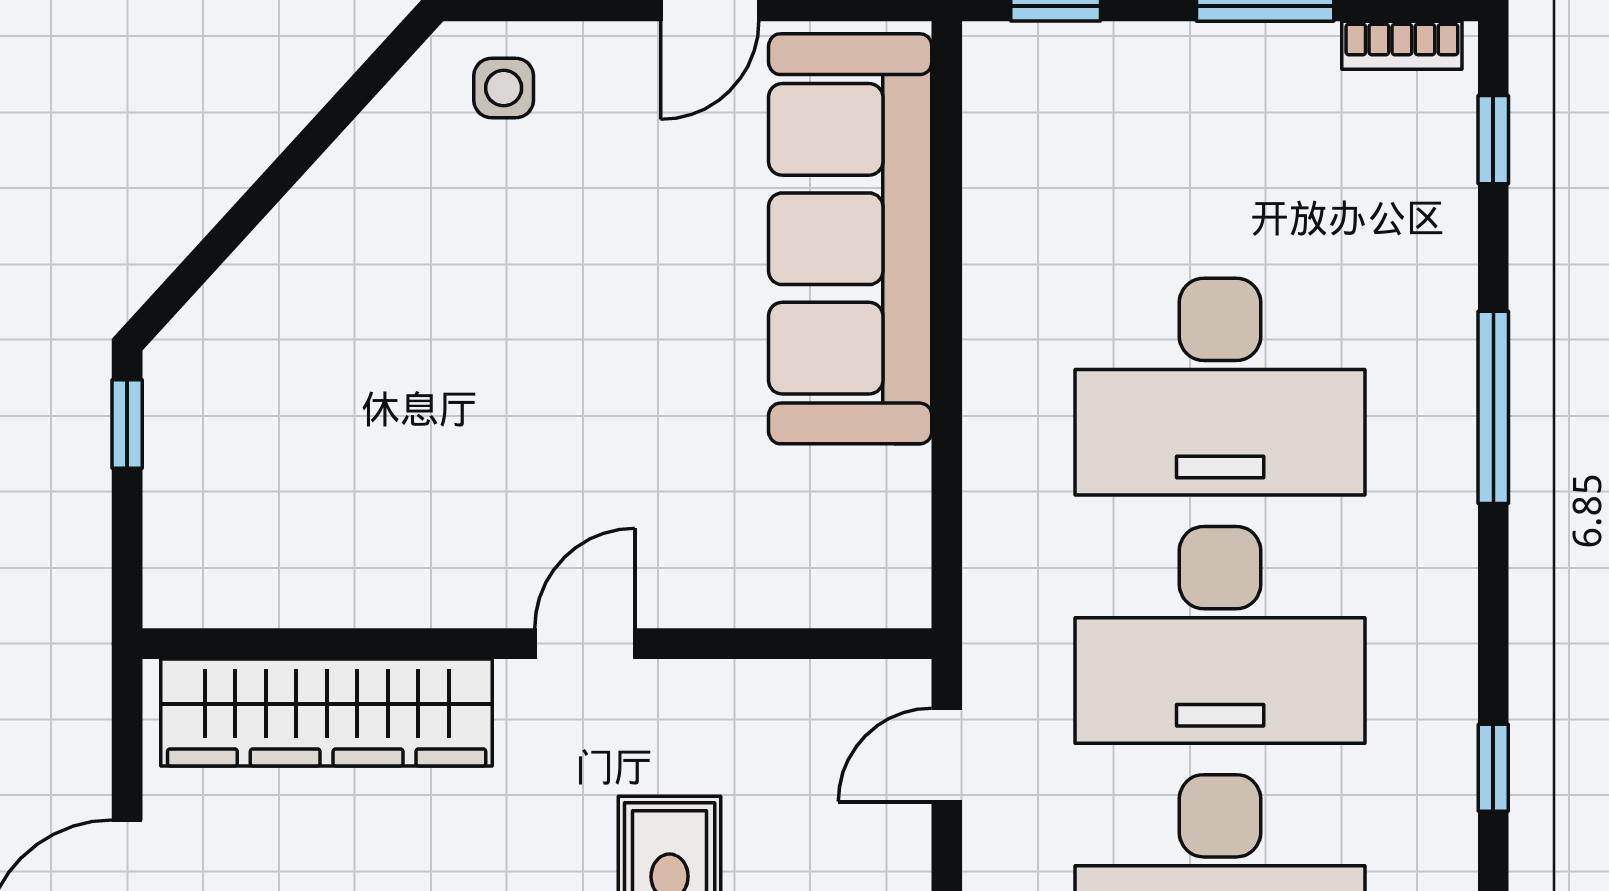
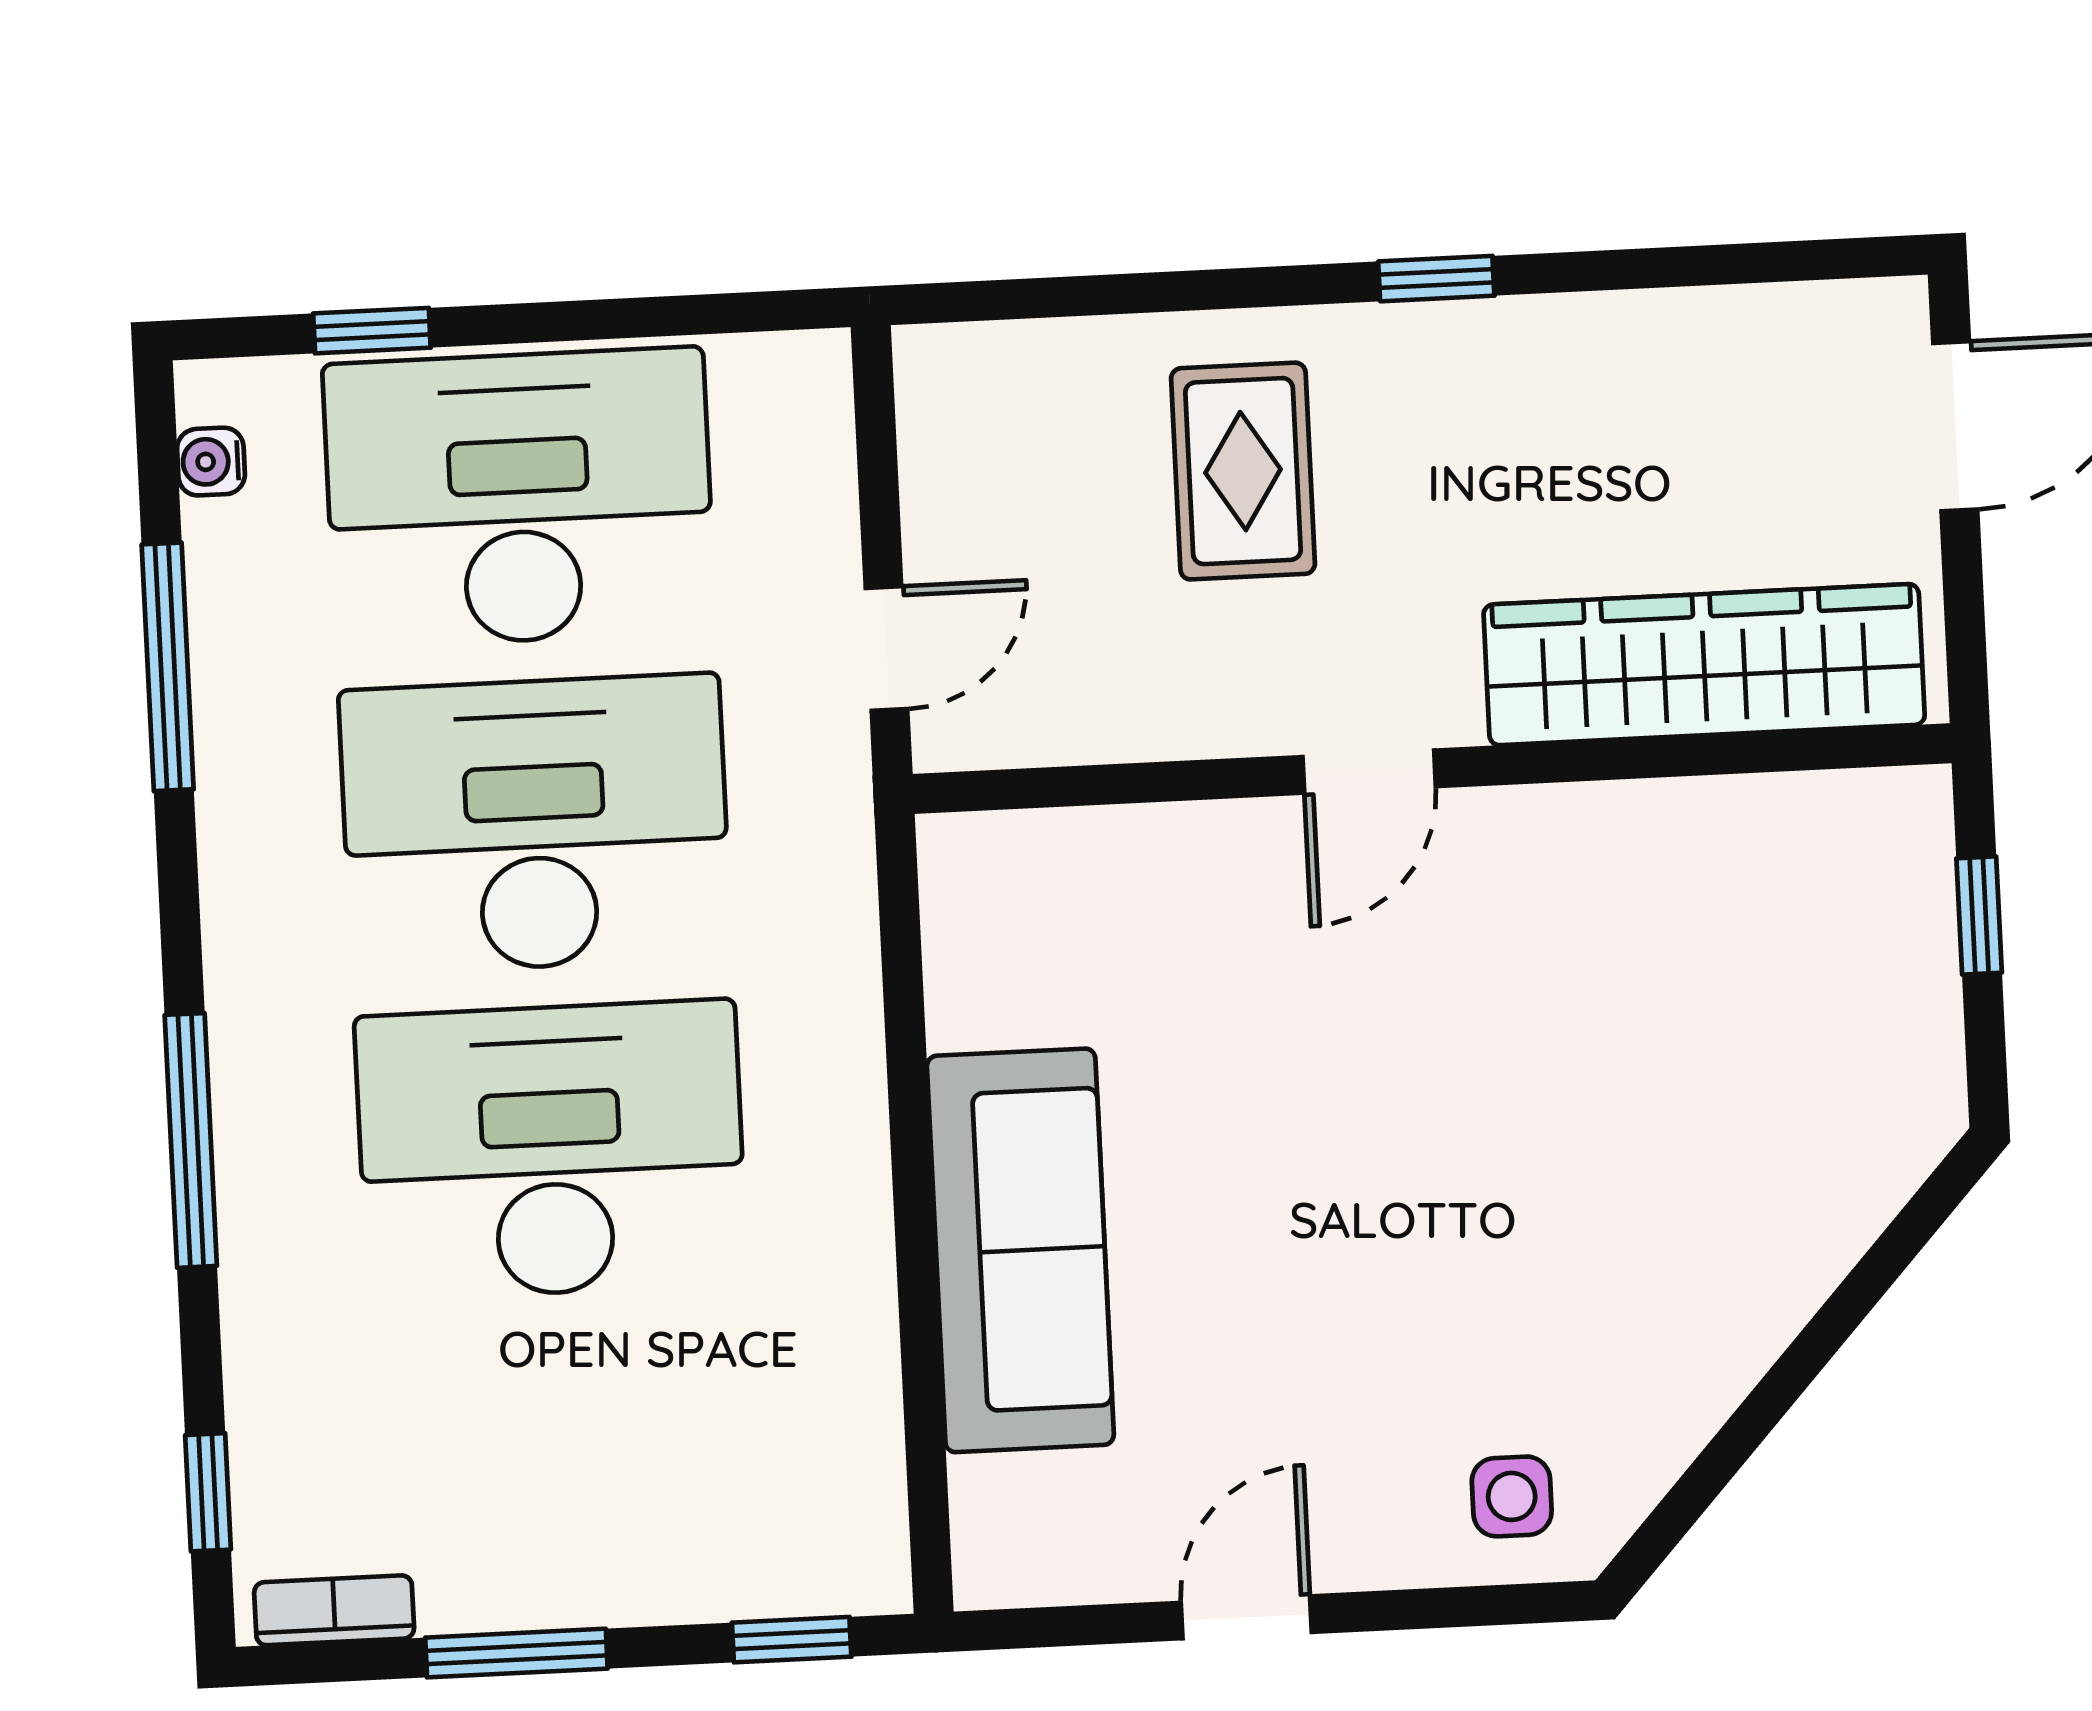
sofa: (850, 239) -> (1020, 1250), width x0.74, depth x0.79
window: (127, 424) -> (1979, 915), moved
window: (1493, 768) -> (168, 667), width x2.17

